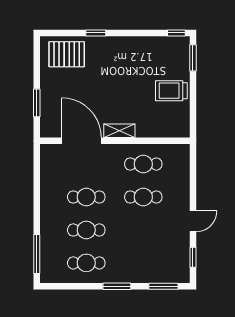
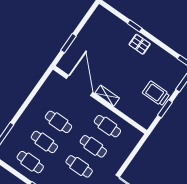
pallet: (67, 54) -> (140, 44), moved, width x0.67, depth x0.71
window: (193, 101) -> (165, 109), added
cafe table: (143, 230) -> (79, 166), added

